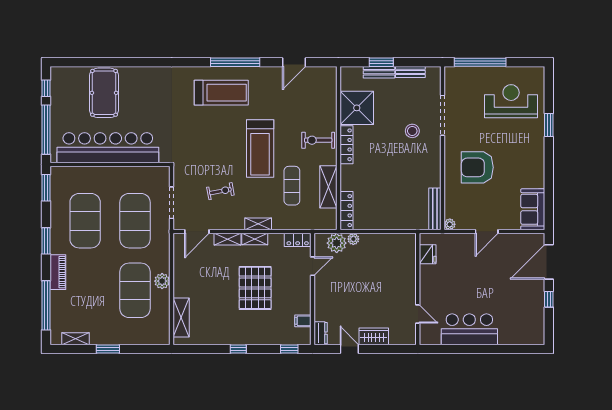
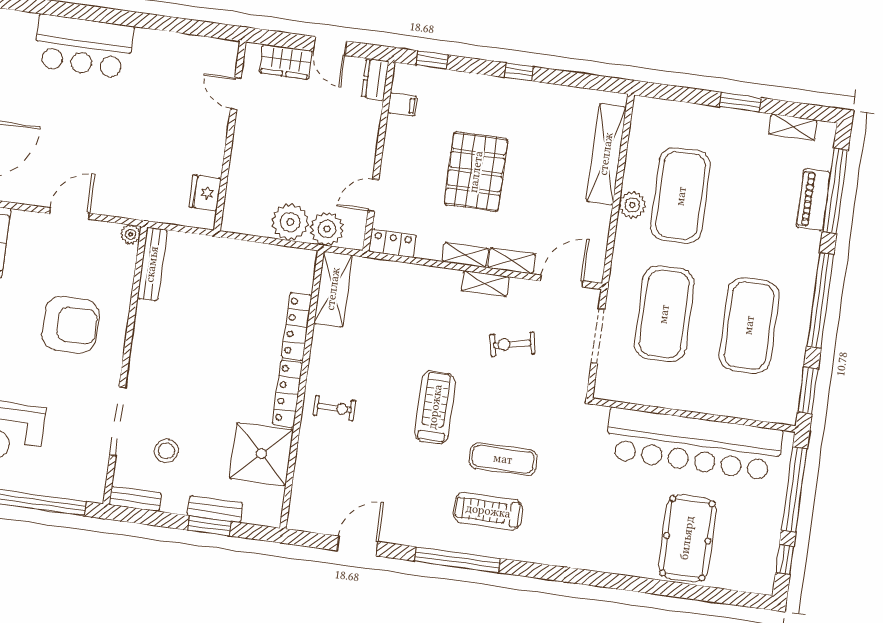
bench: (410, 72) -> (135, 499), moved
treadmill: (221, 93) -> (488, 511), width x0.73, depth x0.73
stool: (412, 131) -> (166, 451), moved
exercise bike: (318, 140) -> (334, 408), width x0.73, depth x0.72
treadmill: (260, 148) -> (435, 407), width x0.73, depth x0.73
exercise mat: (292, 186) -> (503, 459), moved, turned 90
shelving: (328, 187) -> (333, 289), moved
locker: (347, 211) -> (297, 326), moved
shelving: (258, 224) -> (485, 284), moved
plant: (353, 239) -> (290, 222), width x1.88, depth x1.88
window: (46, 241) -> (820, 300), width x2.11
fridge: (428, 254) -> (205, 193), moved
piano: (58, 272) -> (813, 200), moved
wall: (418, 289) -> (230, 136), moved
door: (418, 314) -> (236, 93), moved
shelving: (181, 317) -> (606, 154), width x1.47
bar counter: (469, 329) -> (84, 46), moved

